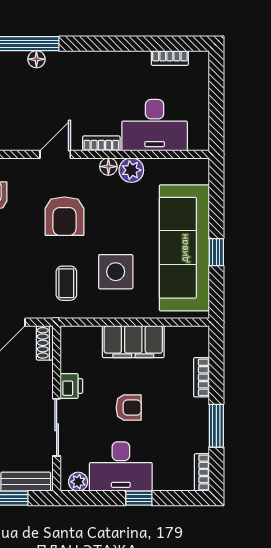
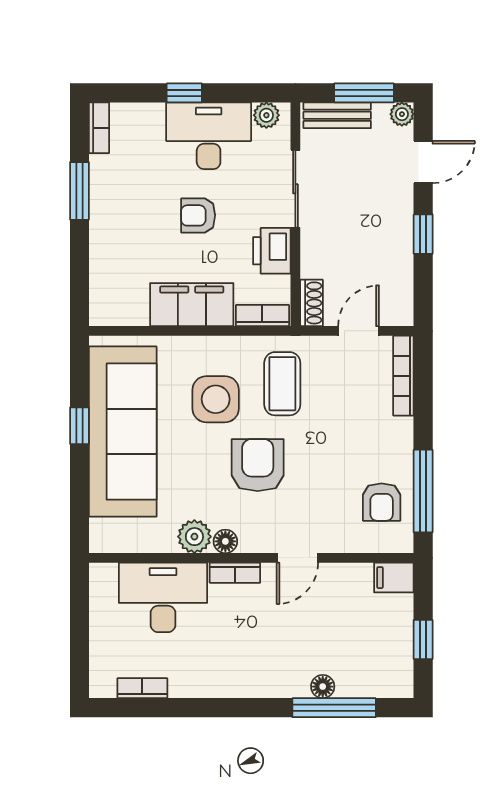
armchair: (64, 216) -> (258, 465), moved
coffee table: (66, 283) -> (282, 384), width x1.36, depth x1.30
bookcase: (201, 377) -> (262, 316), moved, turned -90
printer: (71, 386) -> (272, 251), width x1.36, depth x1.24

